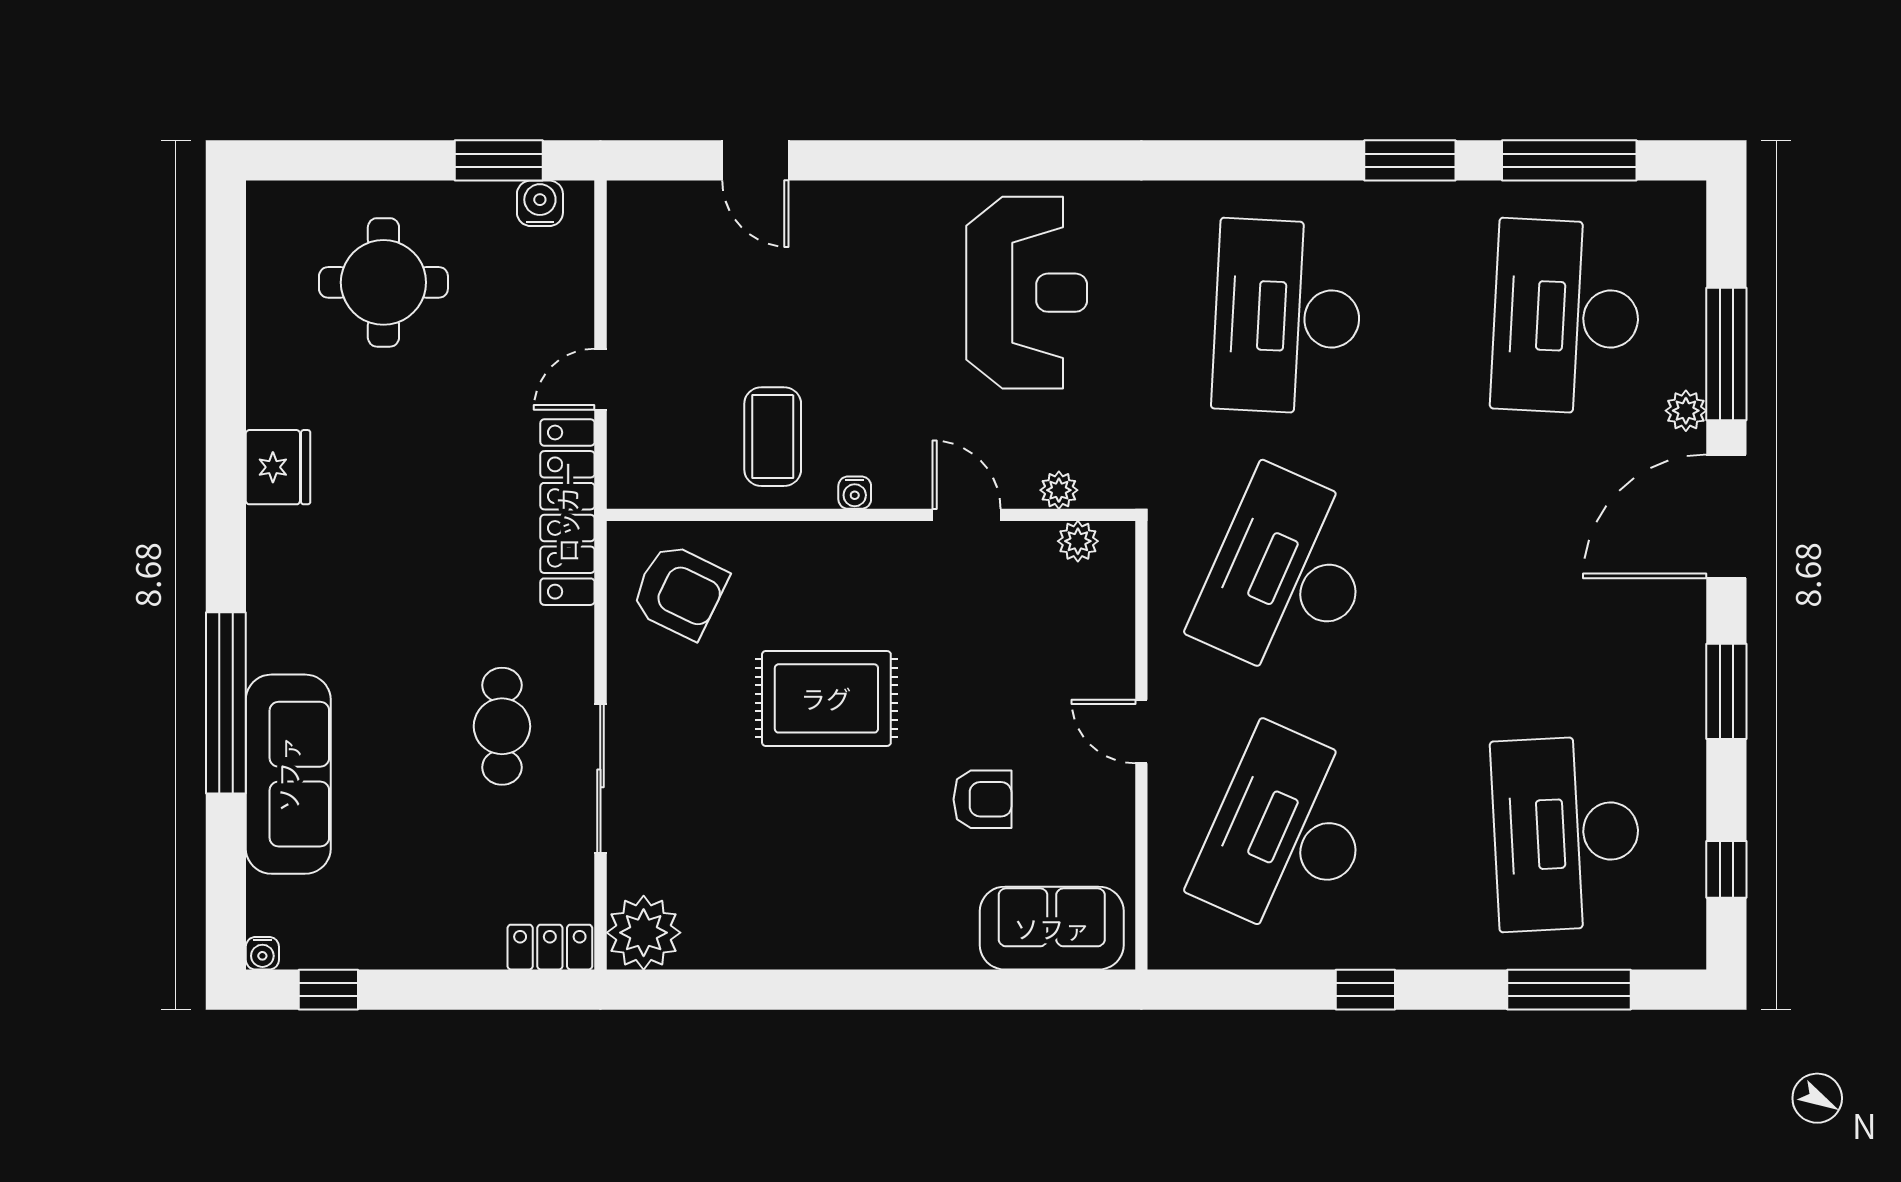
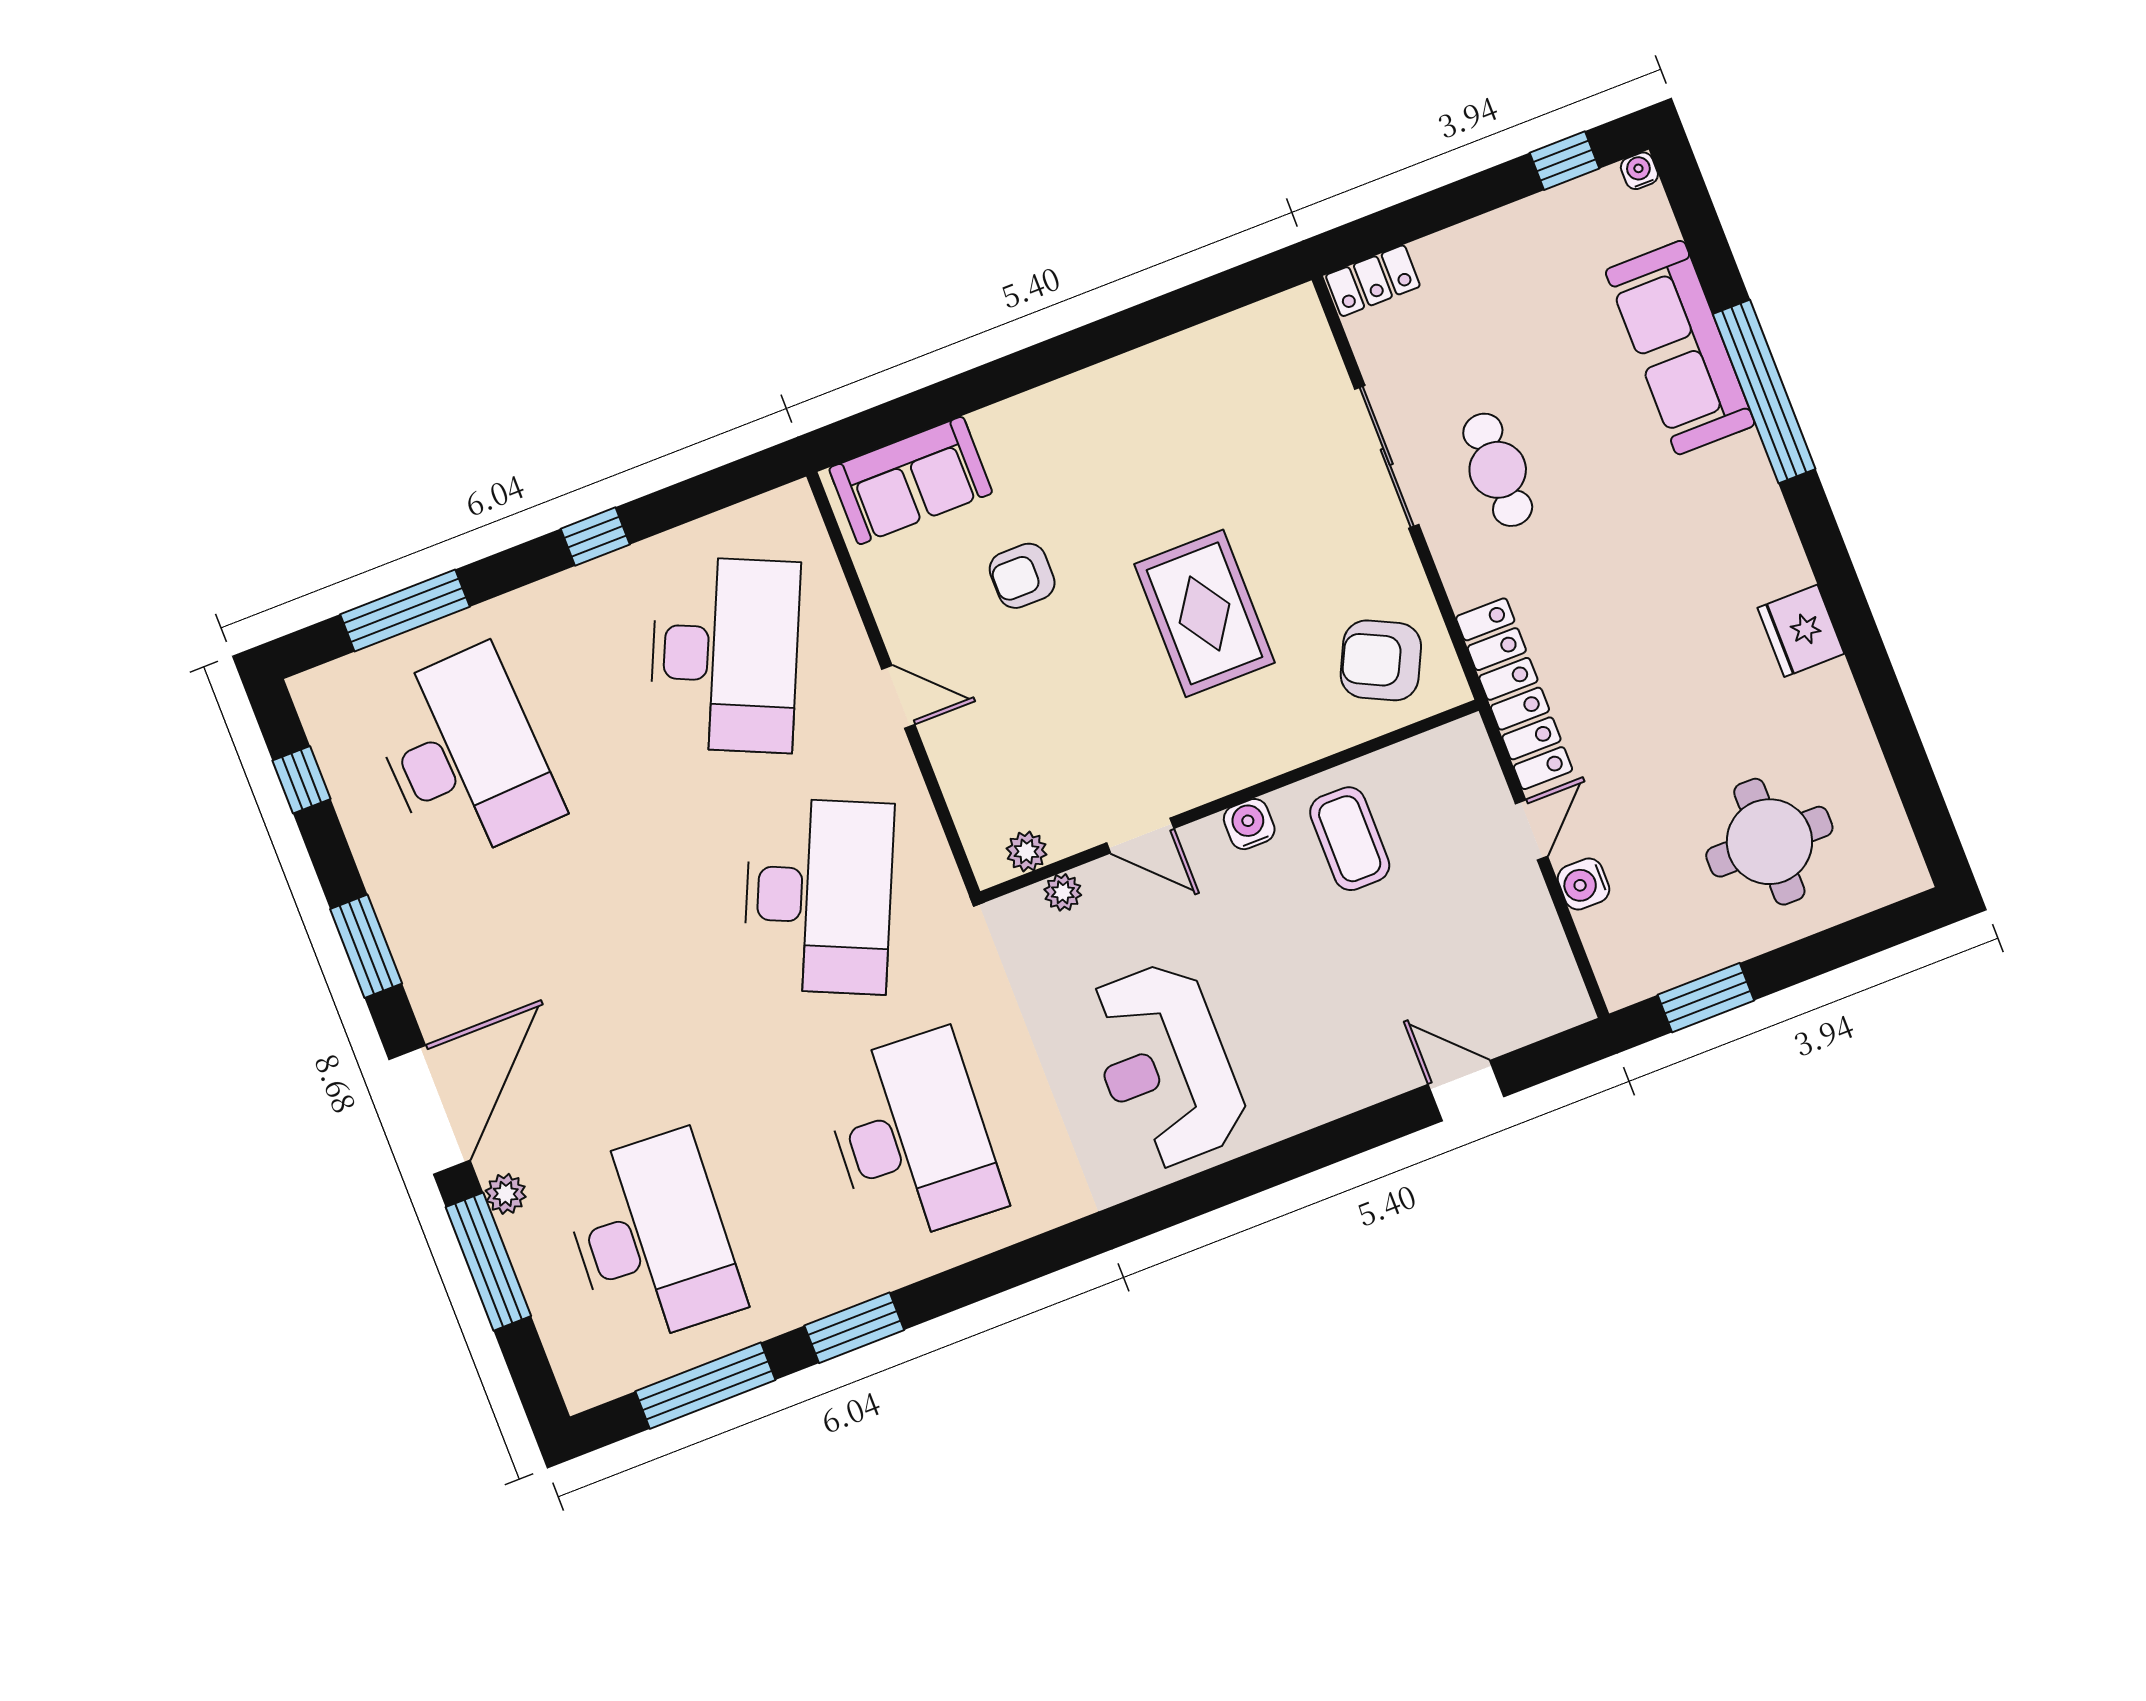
water cooler: (540, 203) -> (1583, 884), moved, turned 90
water cooler: (855, 493) -> (1249, 824), width x1.38, depth x1.38
rug: (826, 698) -> (1205, 613), turned 90
plant: (644, 933) -> (1291, 328), removed

